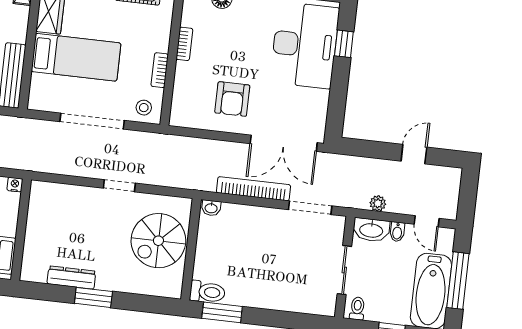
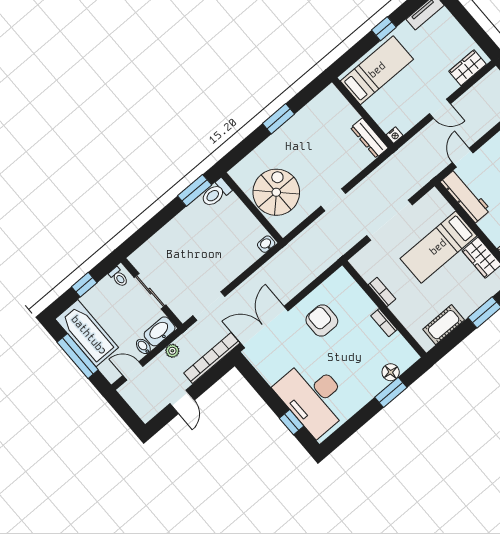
stool: (144, 108) -> (368, 260), removed
bookcase: (253, 189) -> (212, 358), moved, turned 180
dresser: (71, 277) -> (369, 138), moved, turned 90

